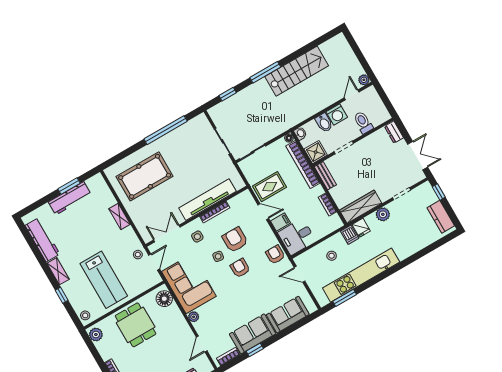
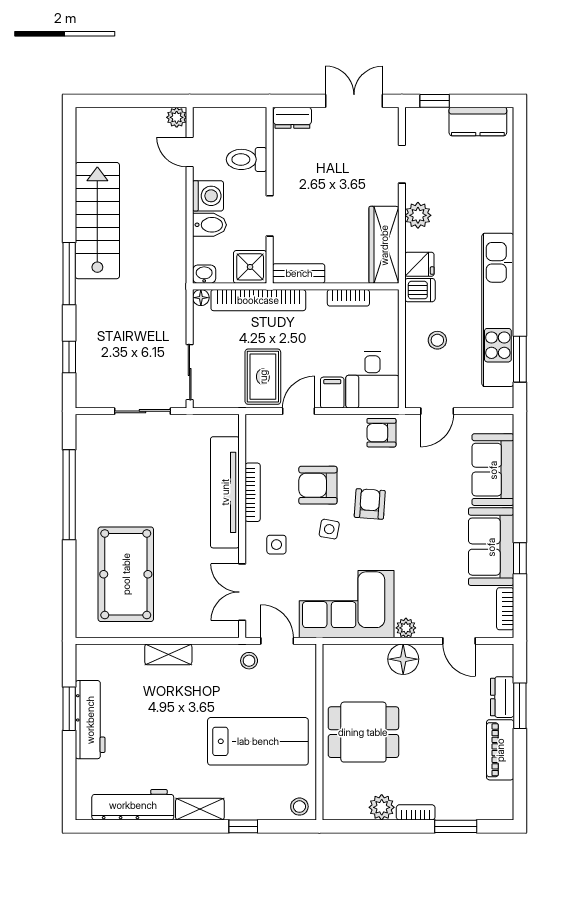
armchair: (240, 268) -> (370, 504), turned 94
floor lamp: (164, 299) -> (403, 659), moved
plant: (96, 334) -> (382, 807), moved

